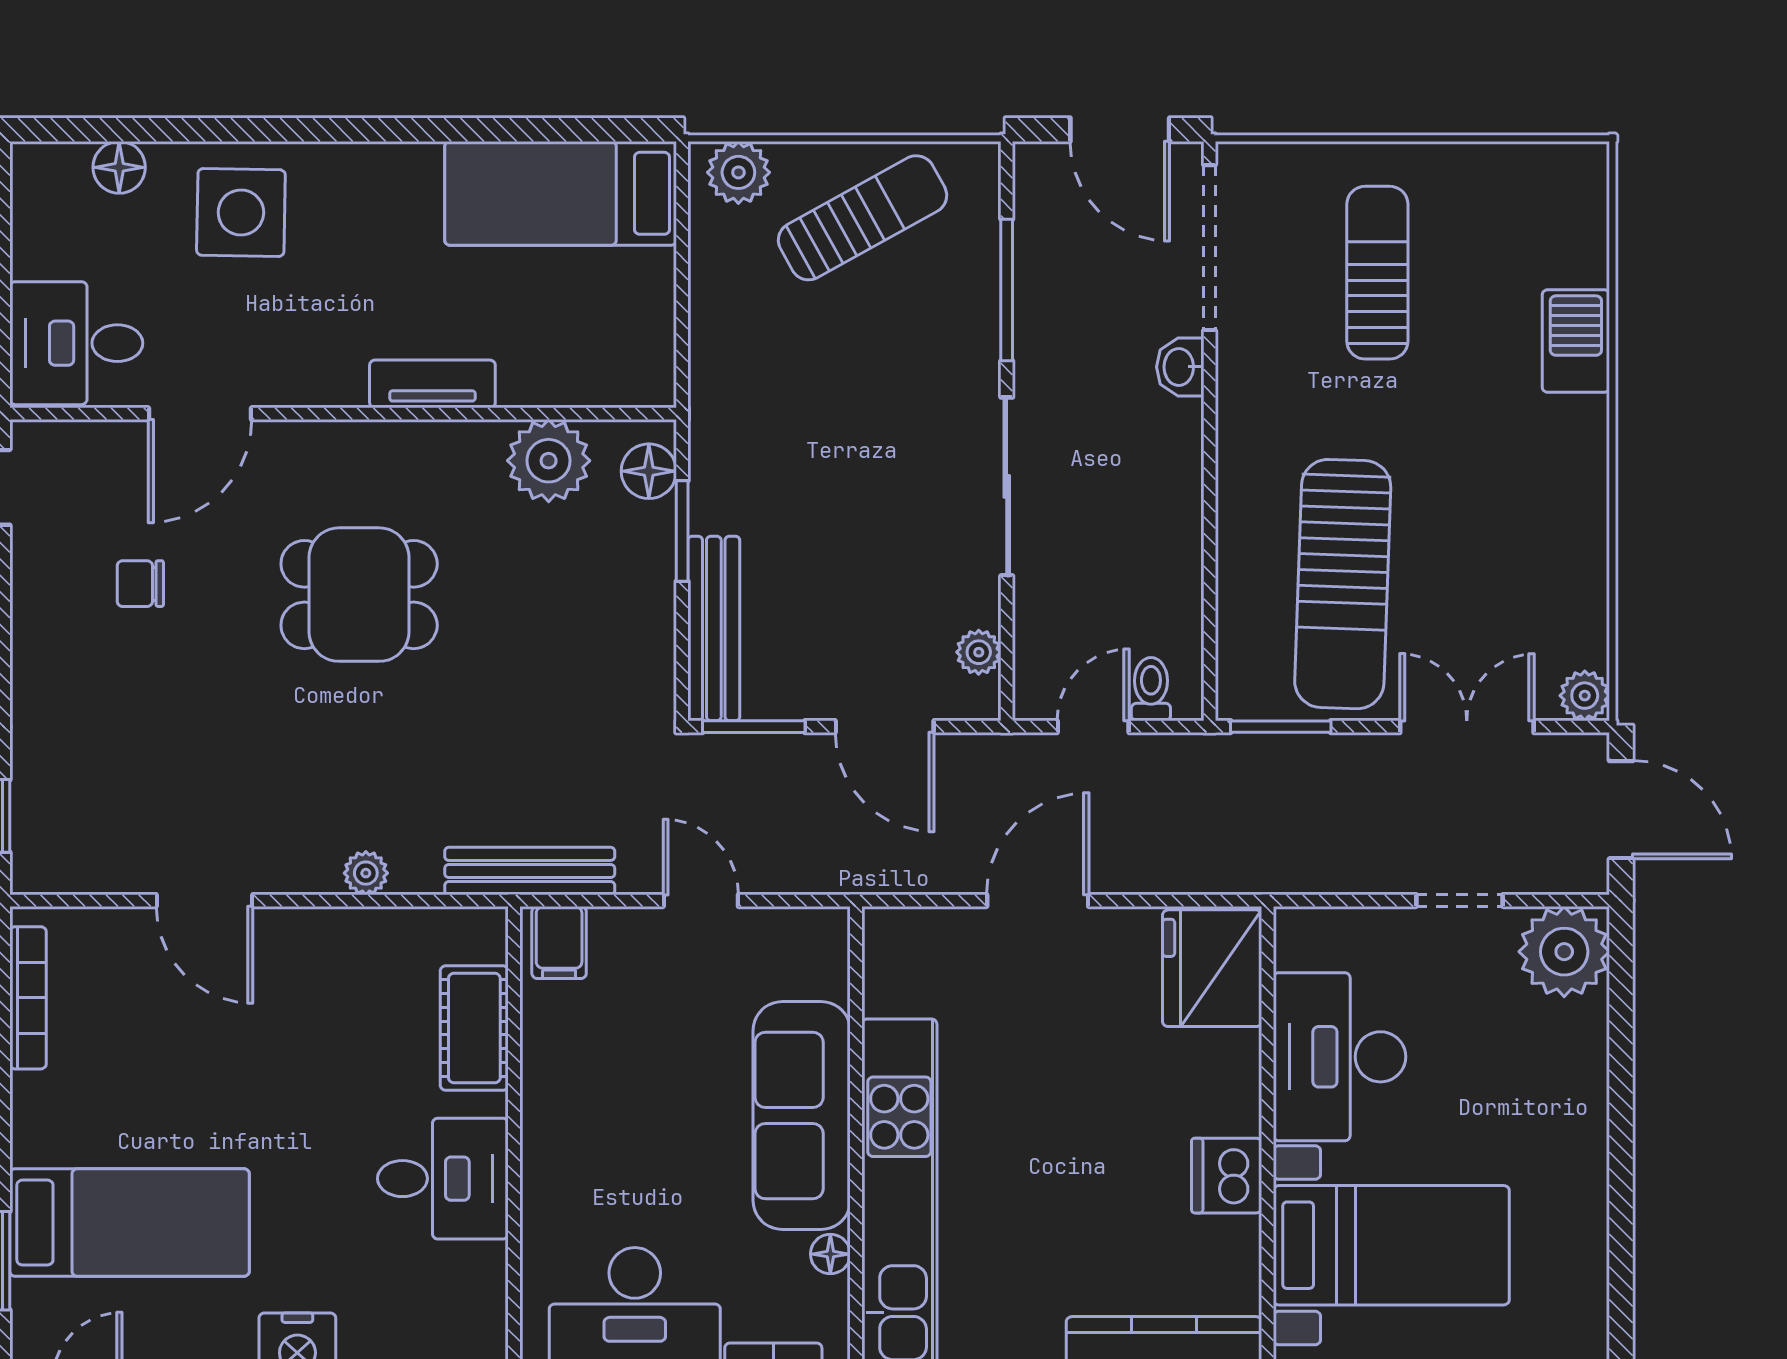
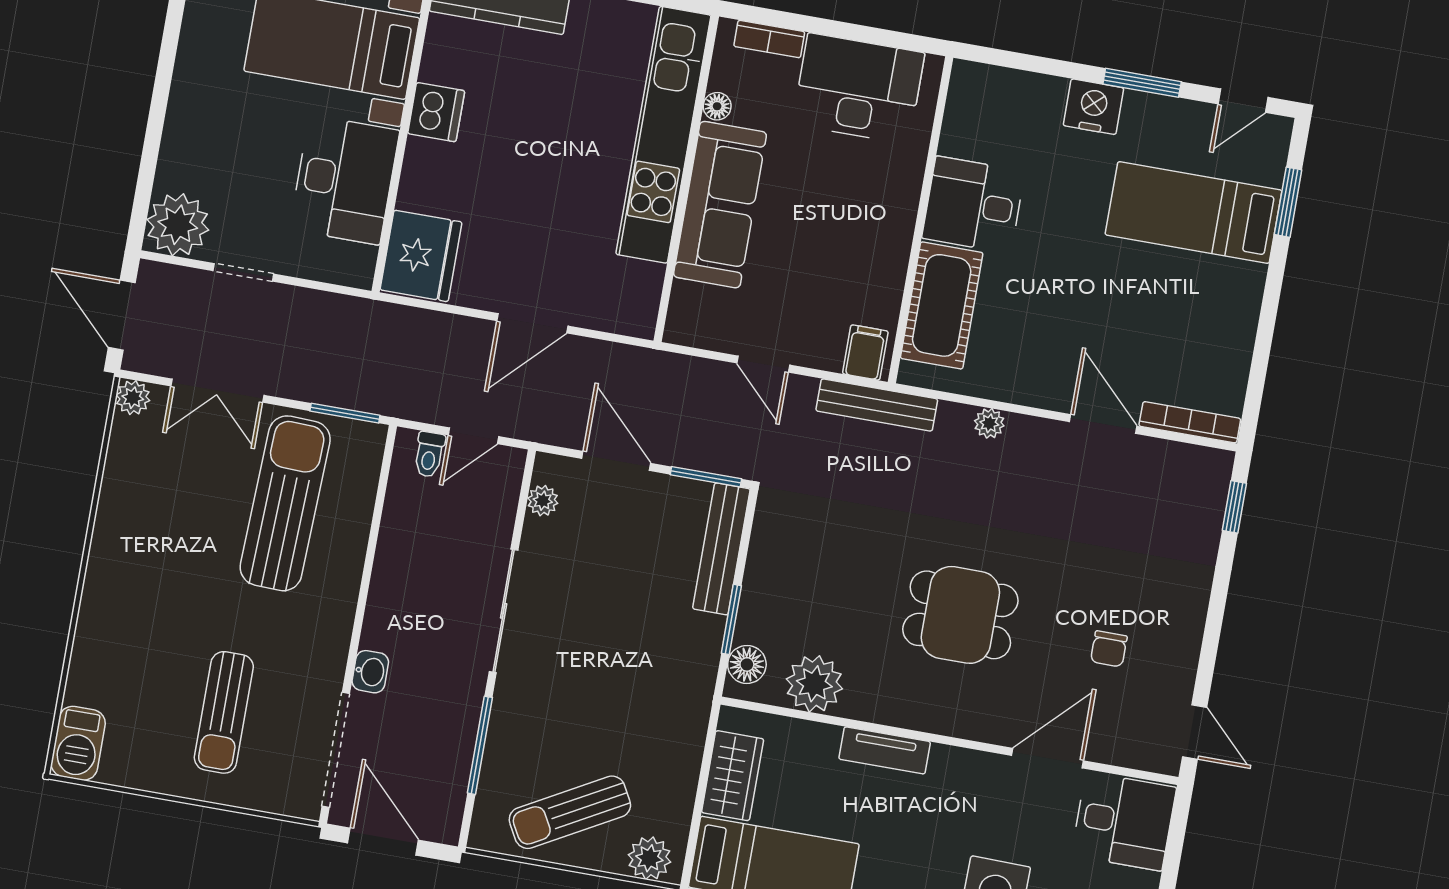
wardrobe: (641, 310) -> (733, 776), added
barbecue: (1576, 341) -> (78, 743), moved
chair: (140, 584) -> (1109, 649), turned 90
bookcase: (28, 998) -> (1190, 422), moved, turned 90
cot: (474, 1028) -> (942, 305), width x1.37, depth x1.34

